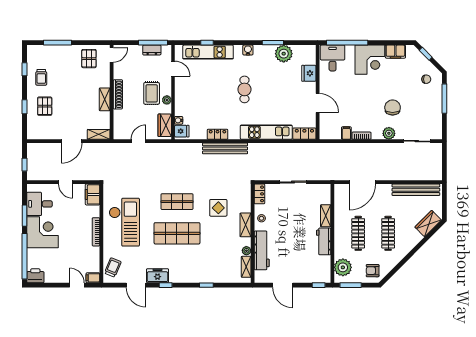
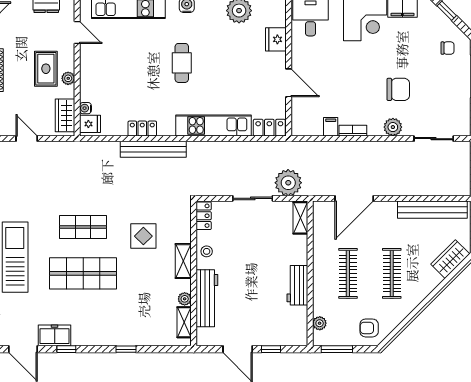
chair: (393, 107) -> (398, 89), turned 90
door: (138, 141) -> (27, 139), hinge flipped
plant: (317, 171) -> (288, 183), added
shelving: (326, 216) -> (300, 218), moved
plant: (343, 267) -> (320, 323), width x0.53, depth x0.53
window: (319, 285) -> (271, 349), moved

